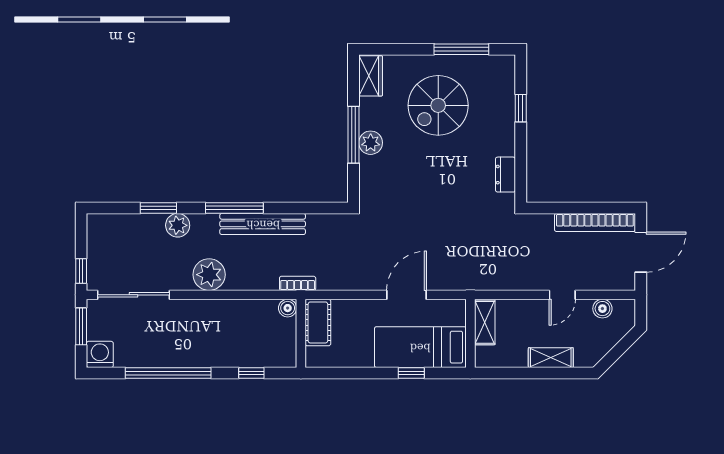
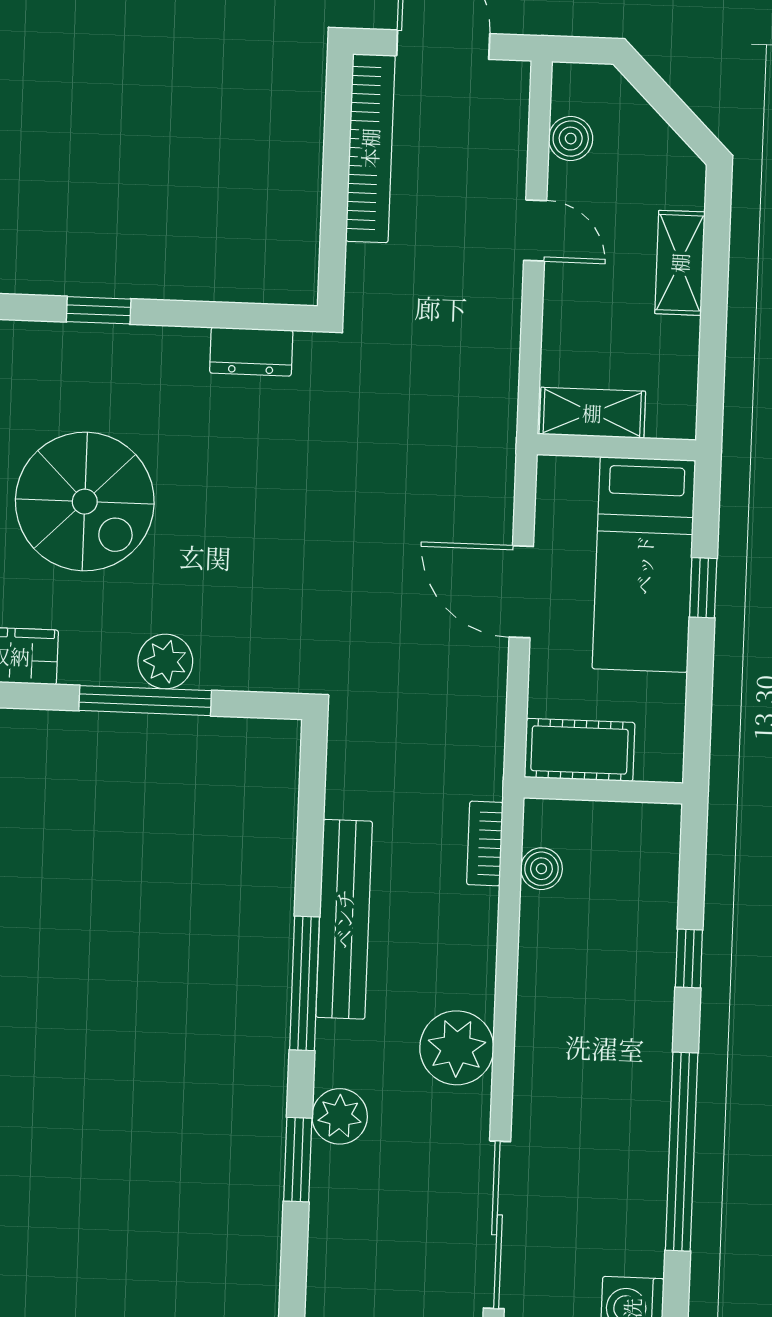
cot: (318, 322) -> (580, 750), moved
wall: (301, 333) -> (603, 790), moved

